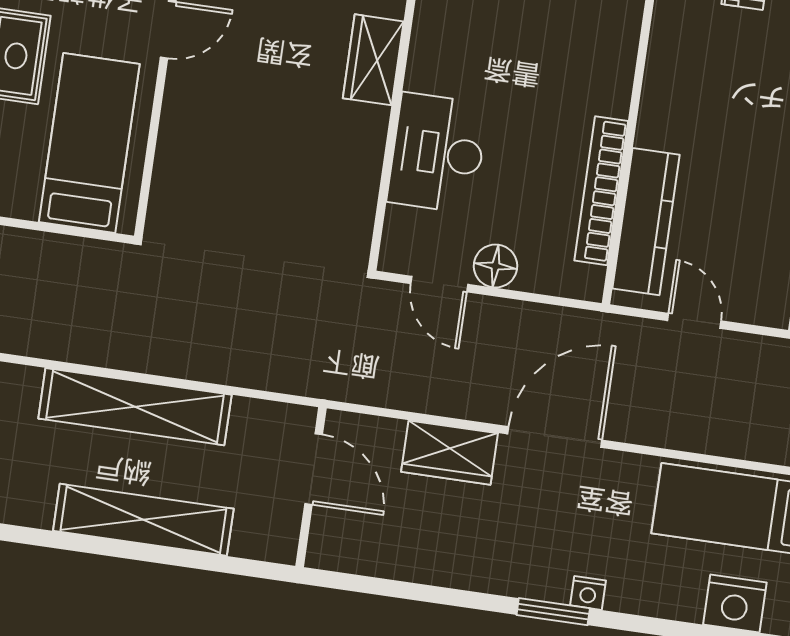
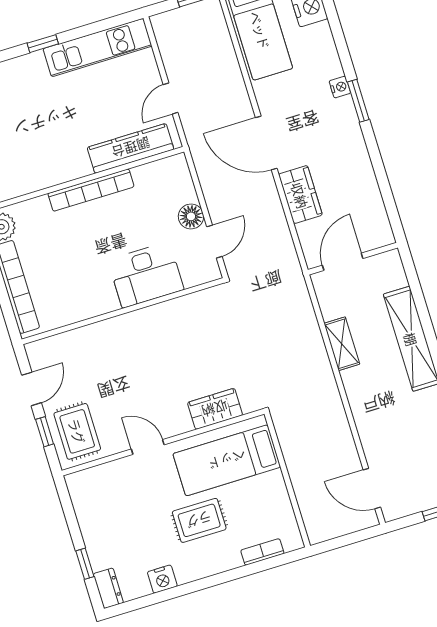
wardrobe: (373, 60) -> (215, 409), moved, turned 180
bookcase: (601, 191) -> (91, 190), moved
shelving: (135, 407) -> (342, 344), width x0.45, depth x0.75

